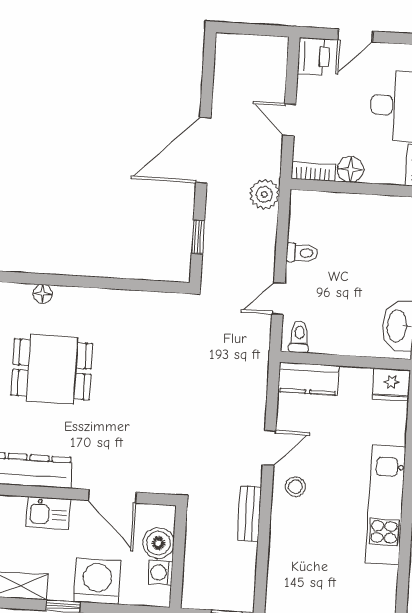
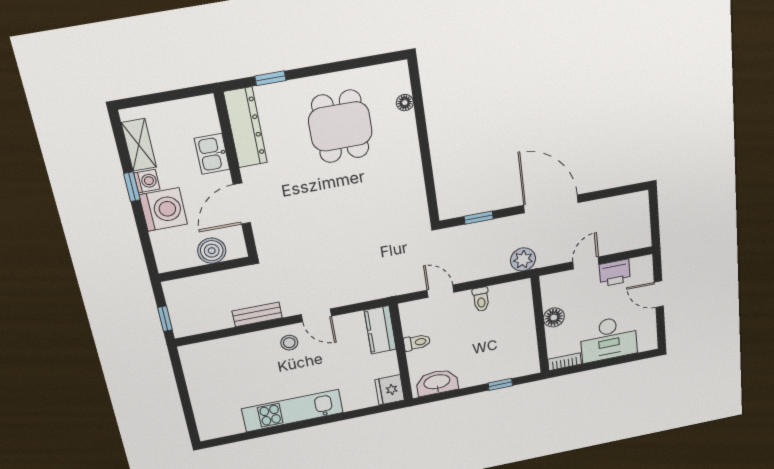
printer: (314, 57) -> (615, 273), moved
bookcase: (313, 171) -> (548, 291), removed
toilet: (299, 337) -> (417, 342), moved
washing machine: (160, 573) -> (147, 181), moved, turned 90

